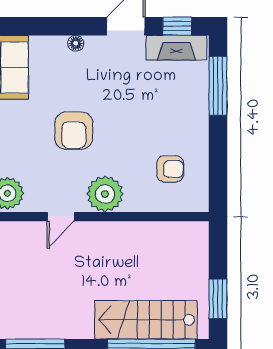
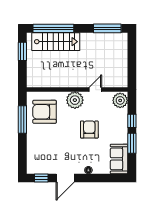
fireplace: (176, 48) -> (42, 168), removed
window: (218, 86) -> (22, 119), moved
armchair: (170, 169) -> (45, 112), width x1.88, depth x1.88

